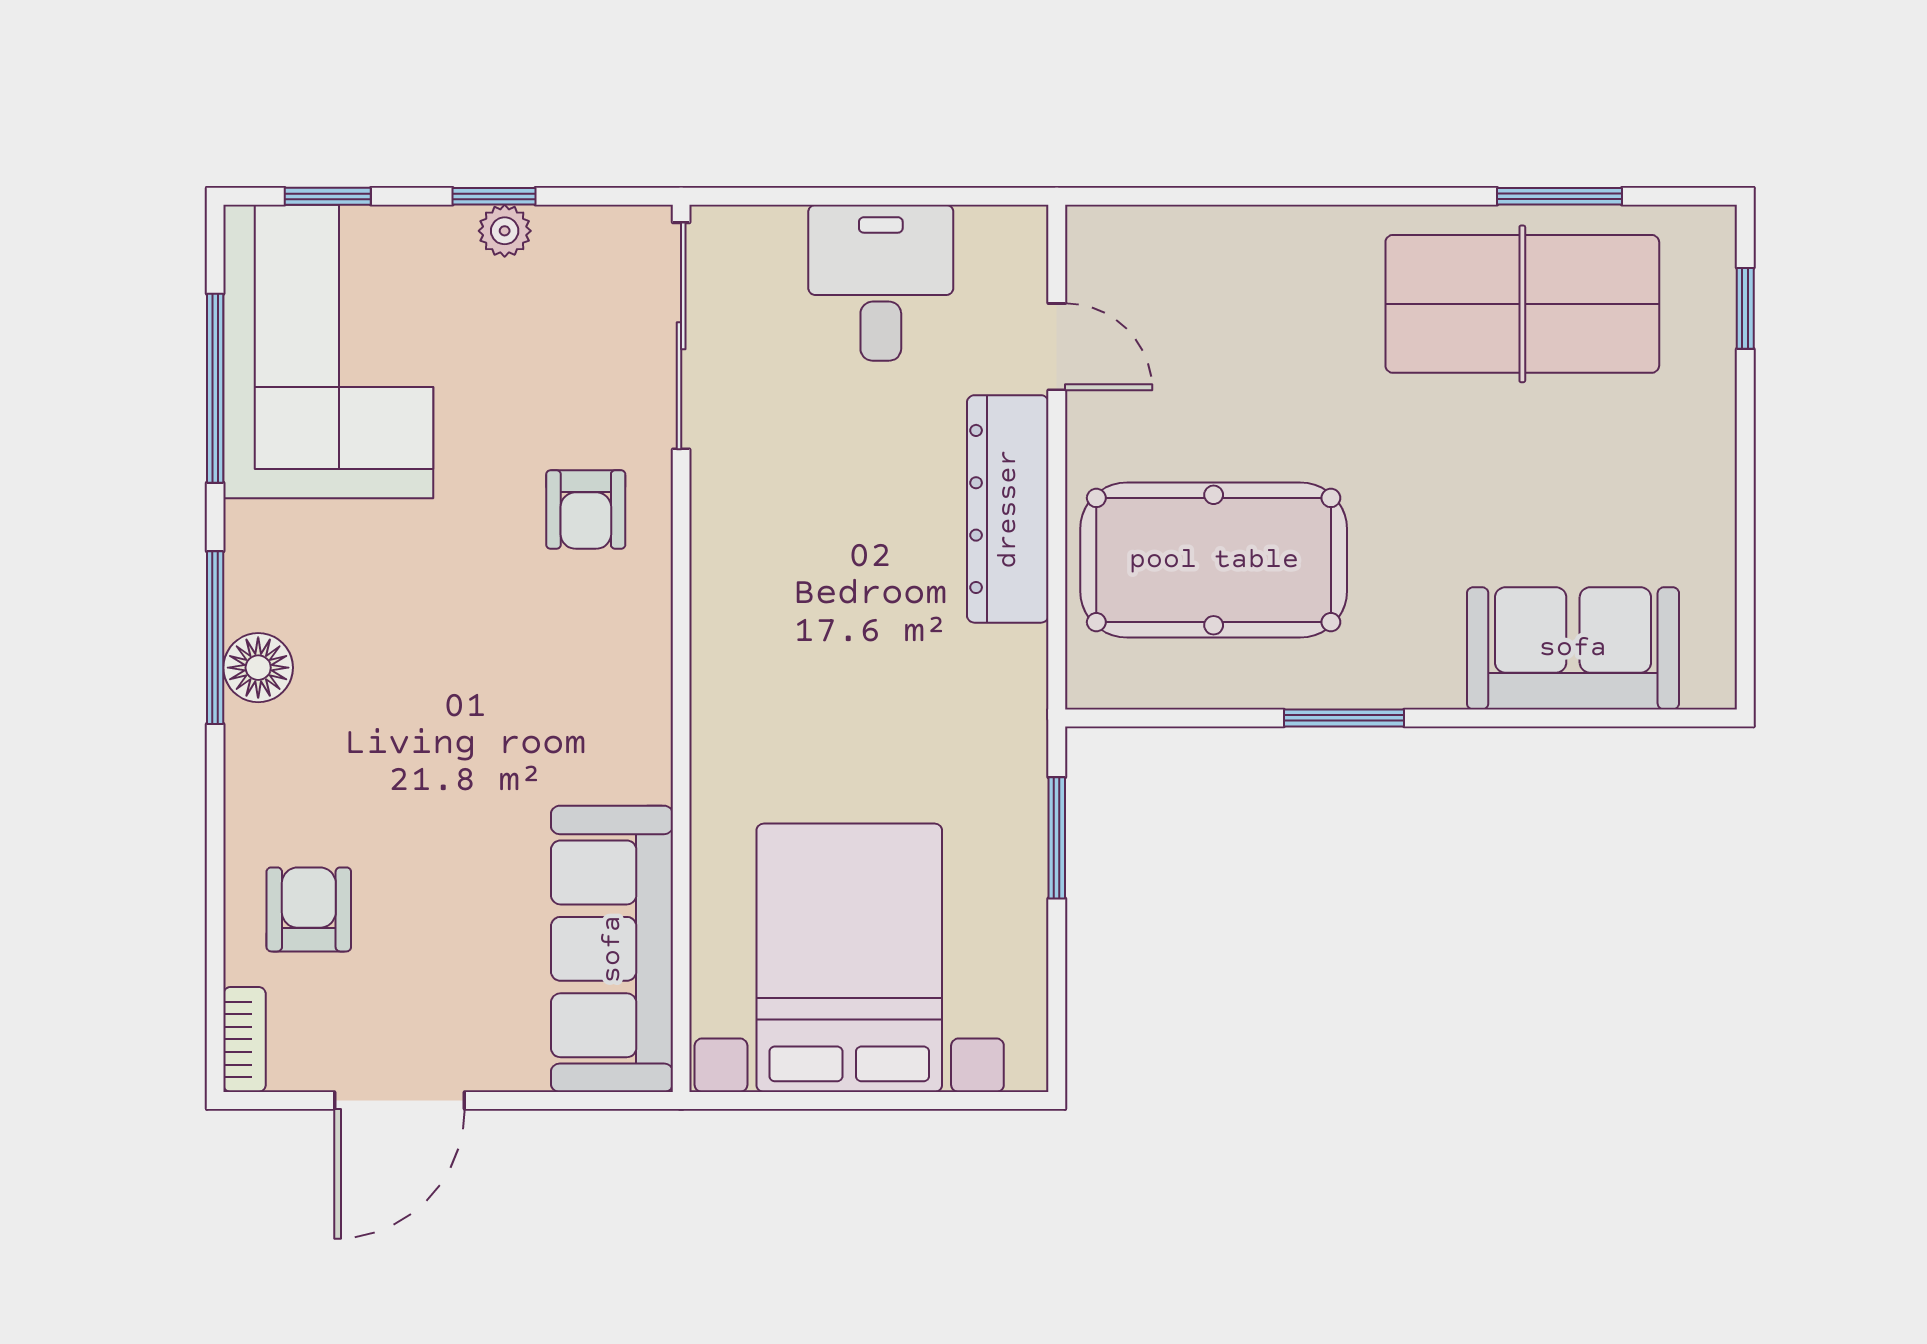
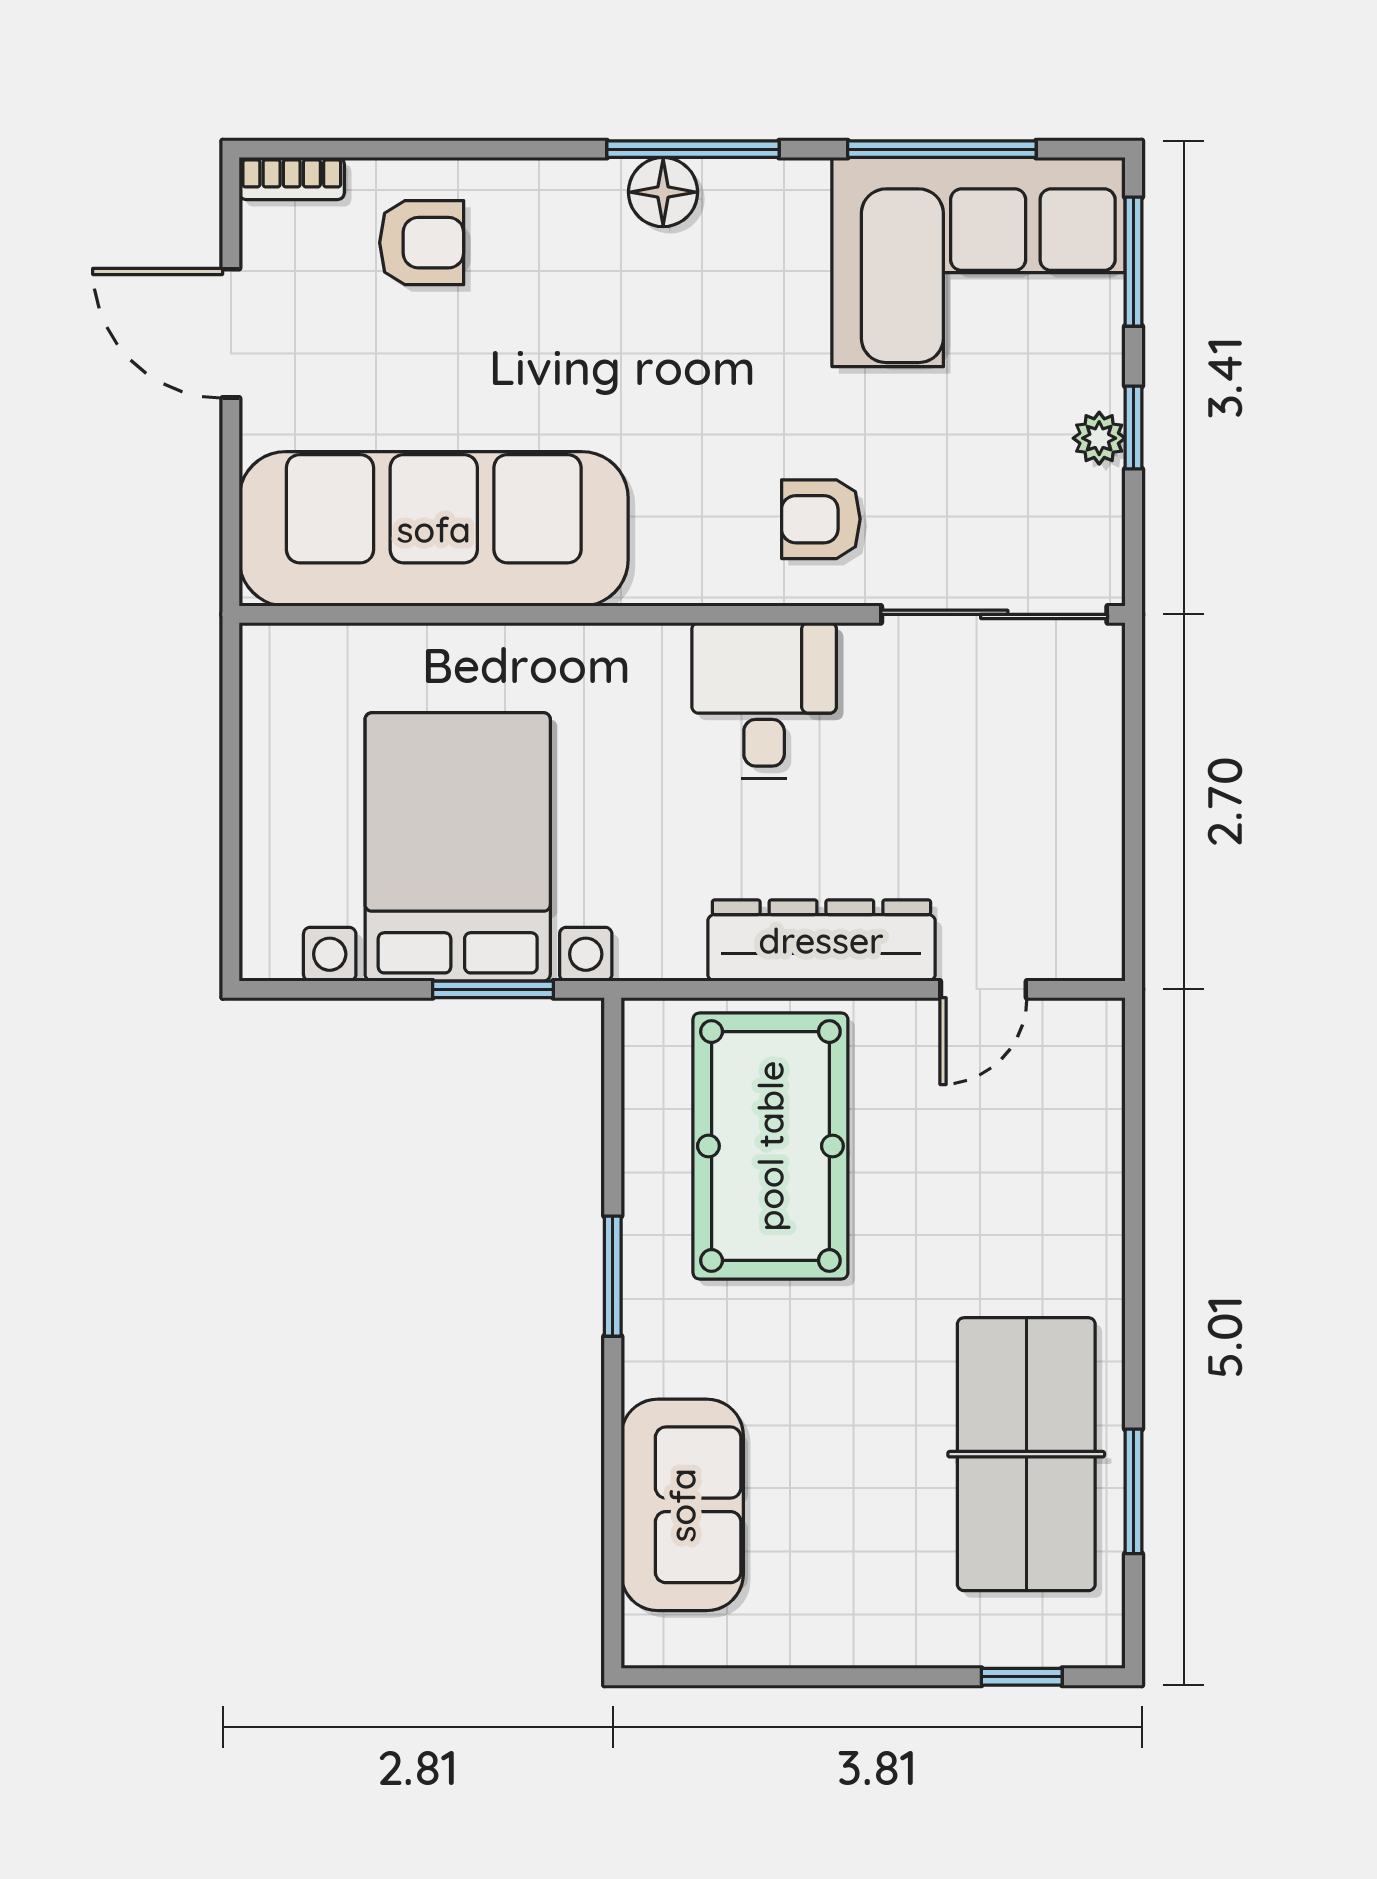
window: (328, 196) -> (1134, 262), width x1.50
desk: (881, 283) -> (764, 701), moved, turned -90
sofa: (612, 949) -> (434, 529), width x1.36, depth x1.27
bed with nightstands: (849, 958) -> (458, 847), moved, turned -90

